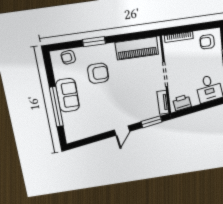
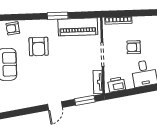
window: (94, 42) -> (58, 16), moved
armchair: (207, 42) -> (134, 47), moved
armchair: (98, 73) -> (39, 47), turned 90

